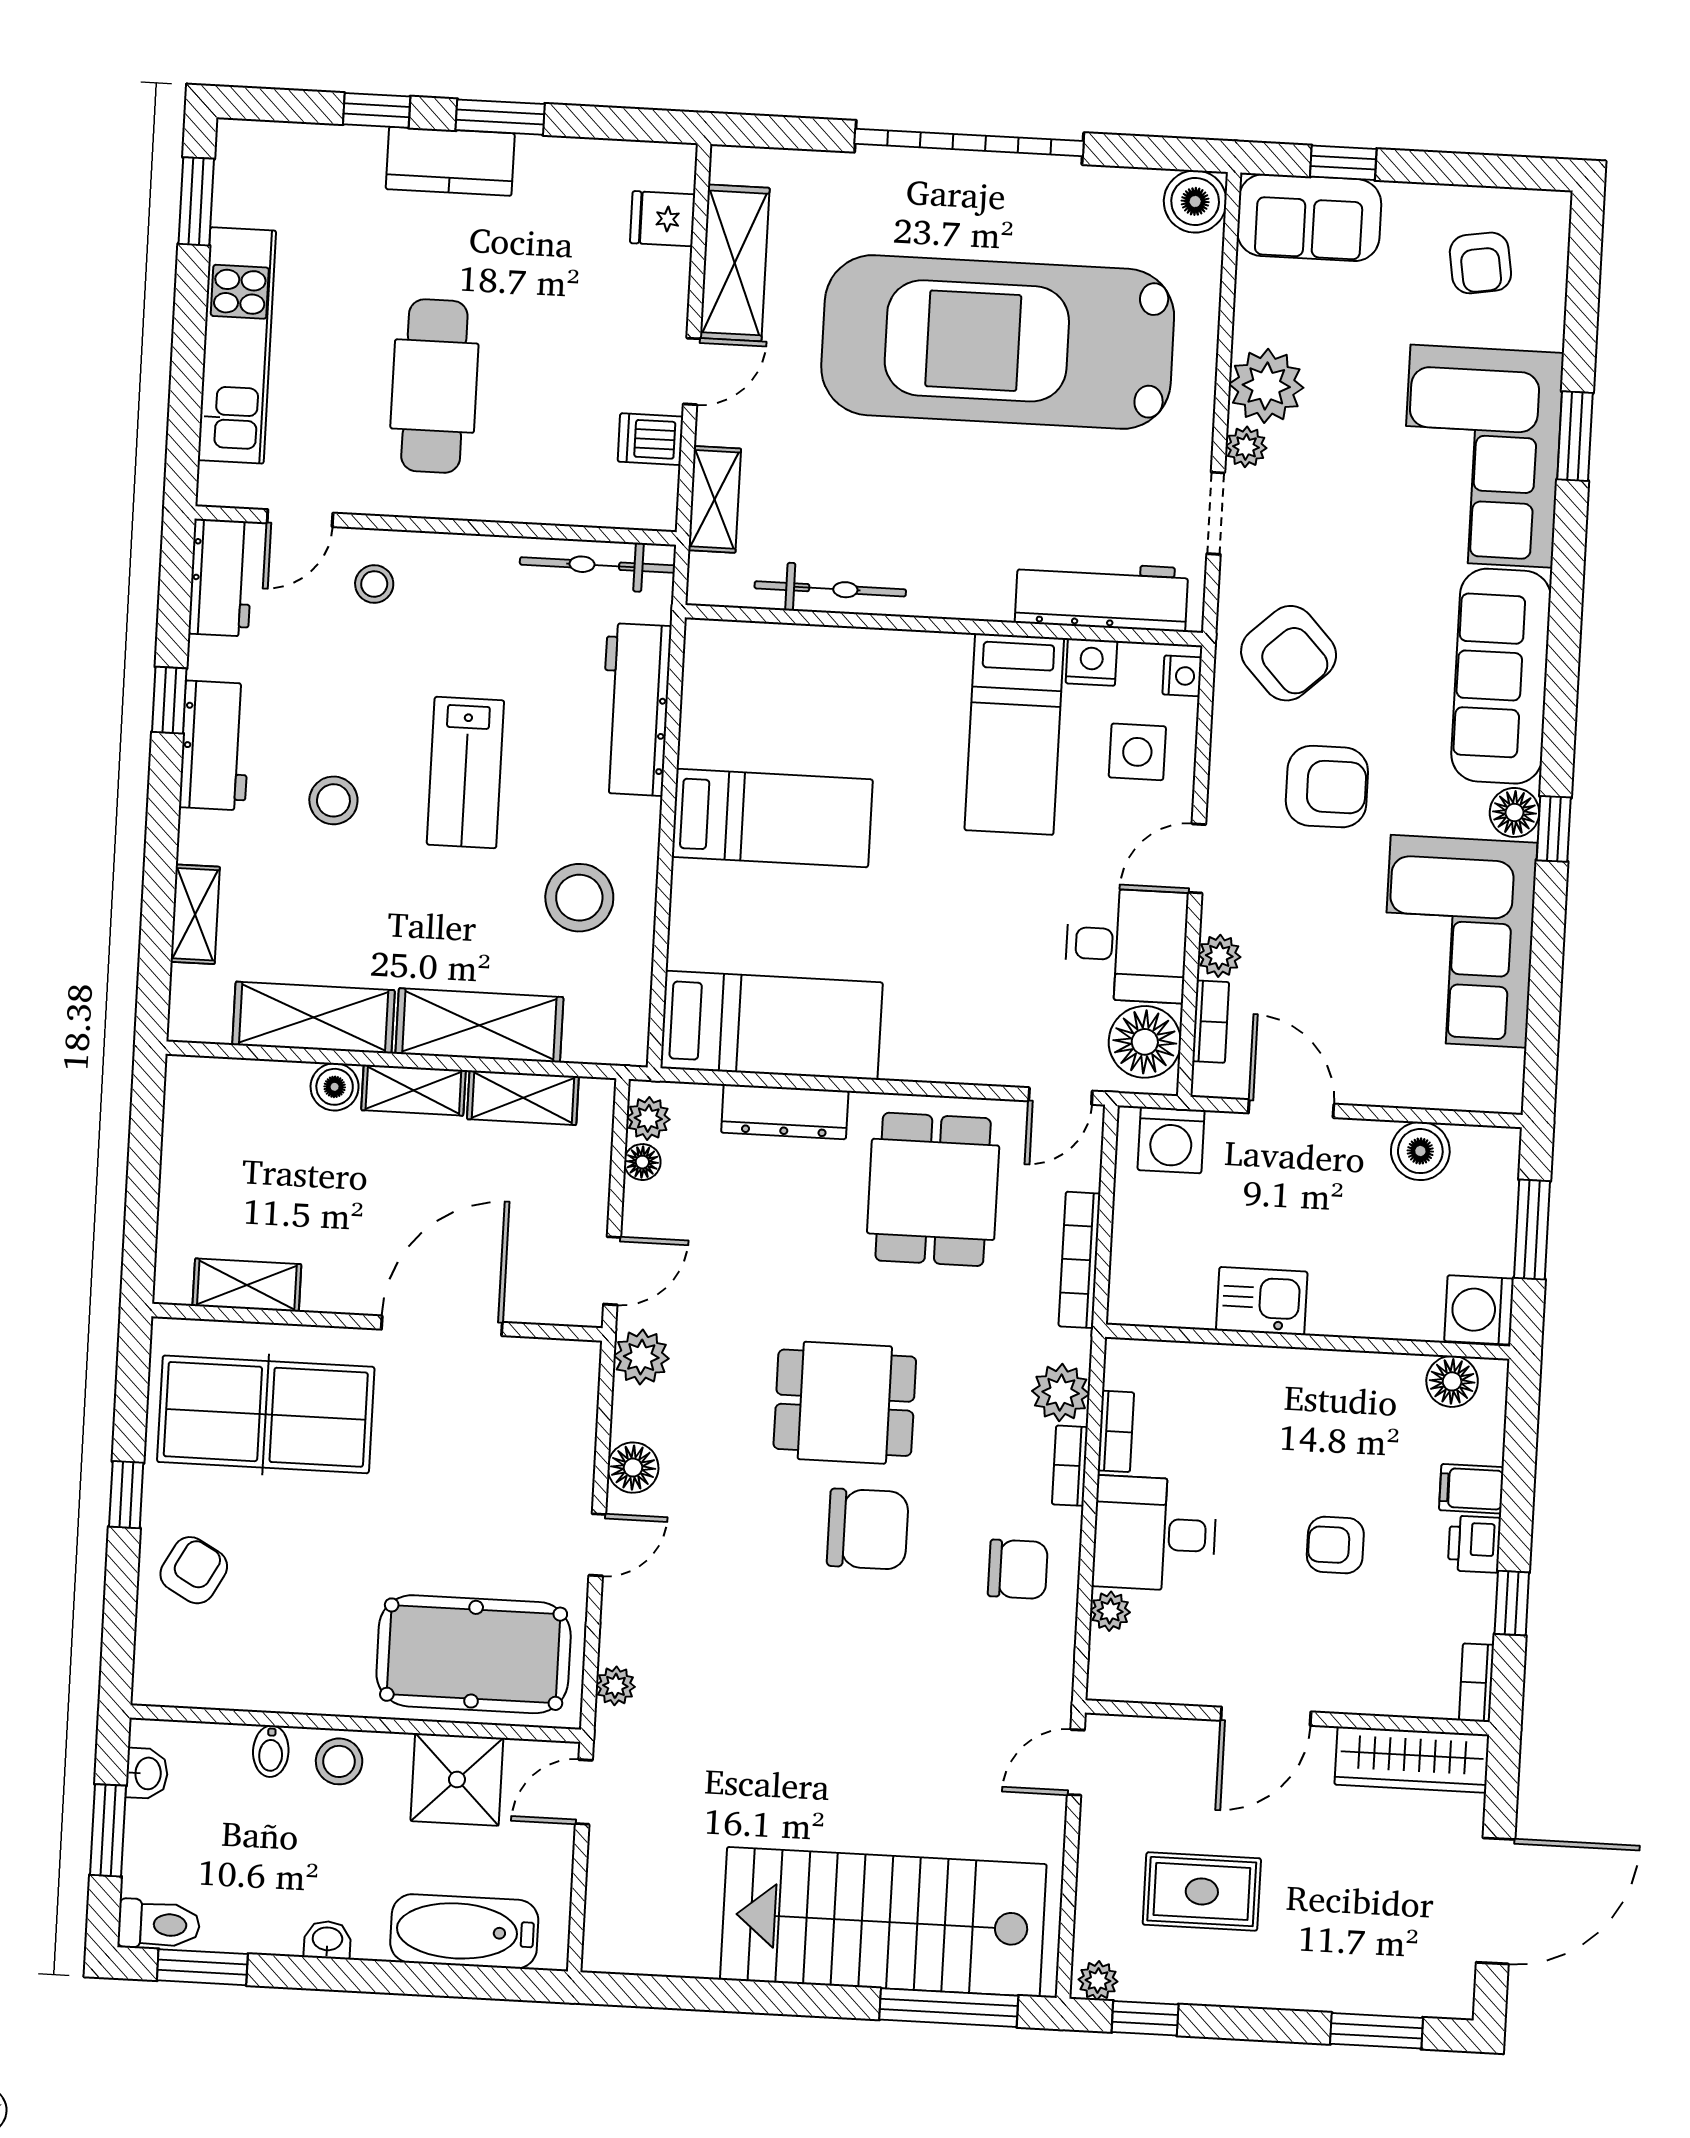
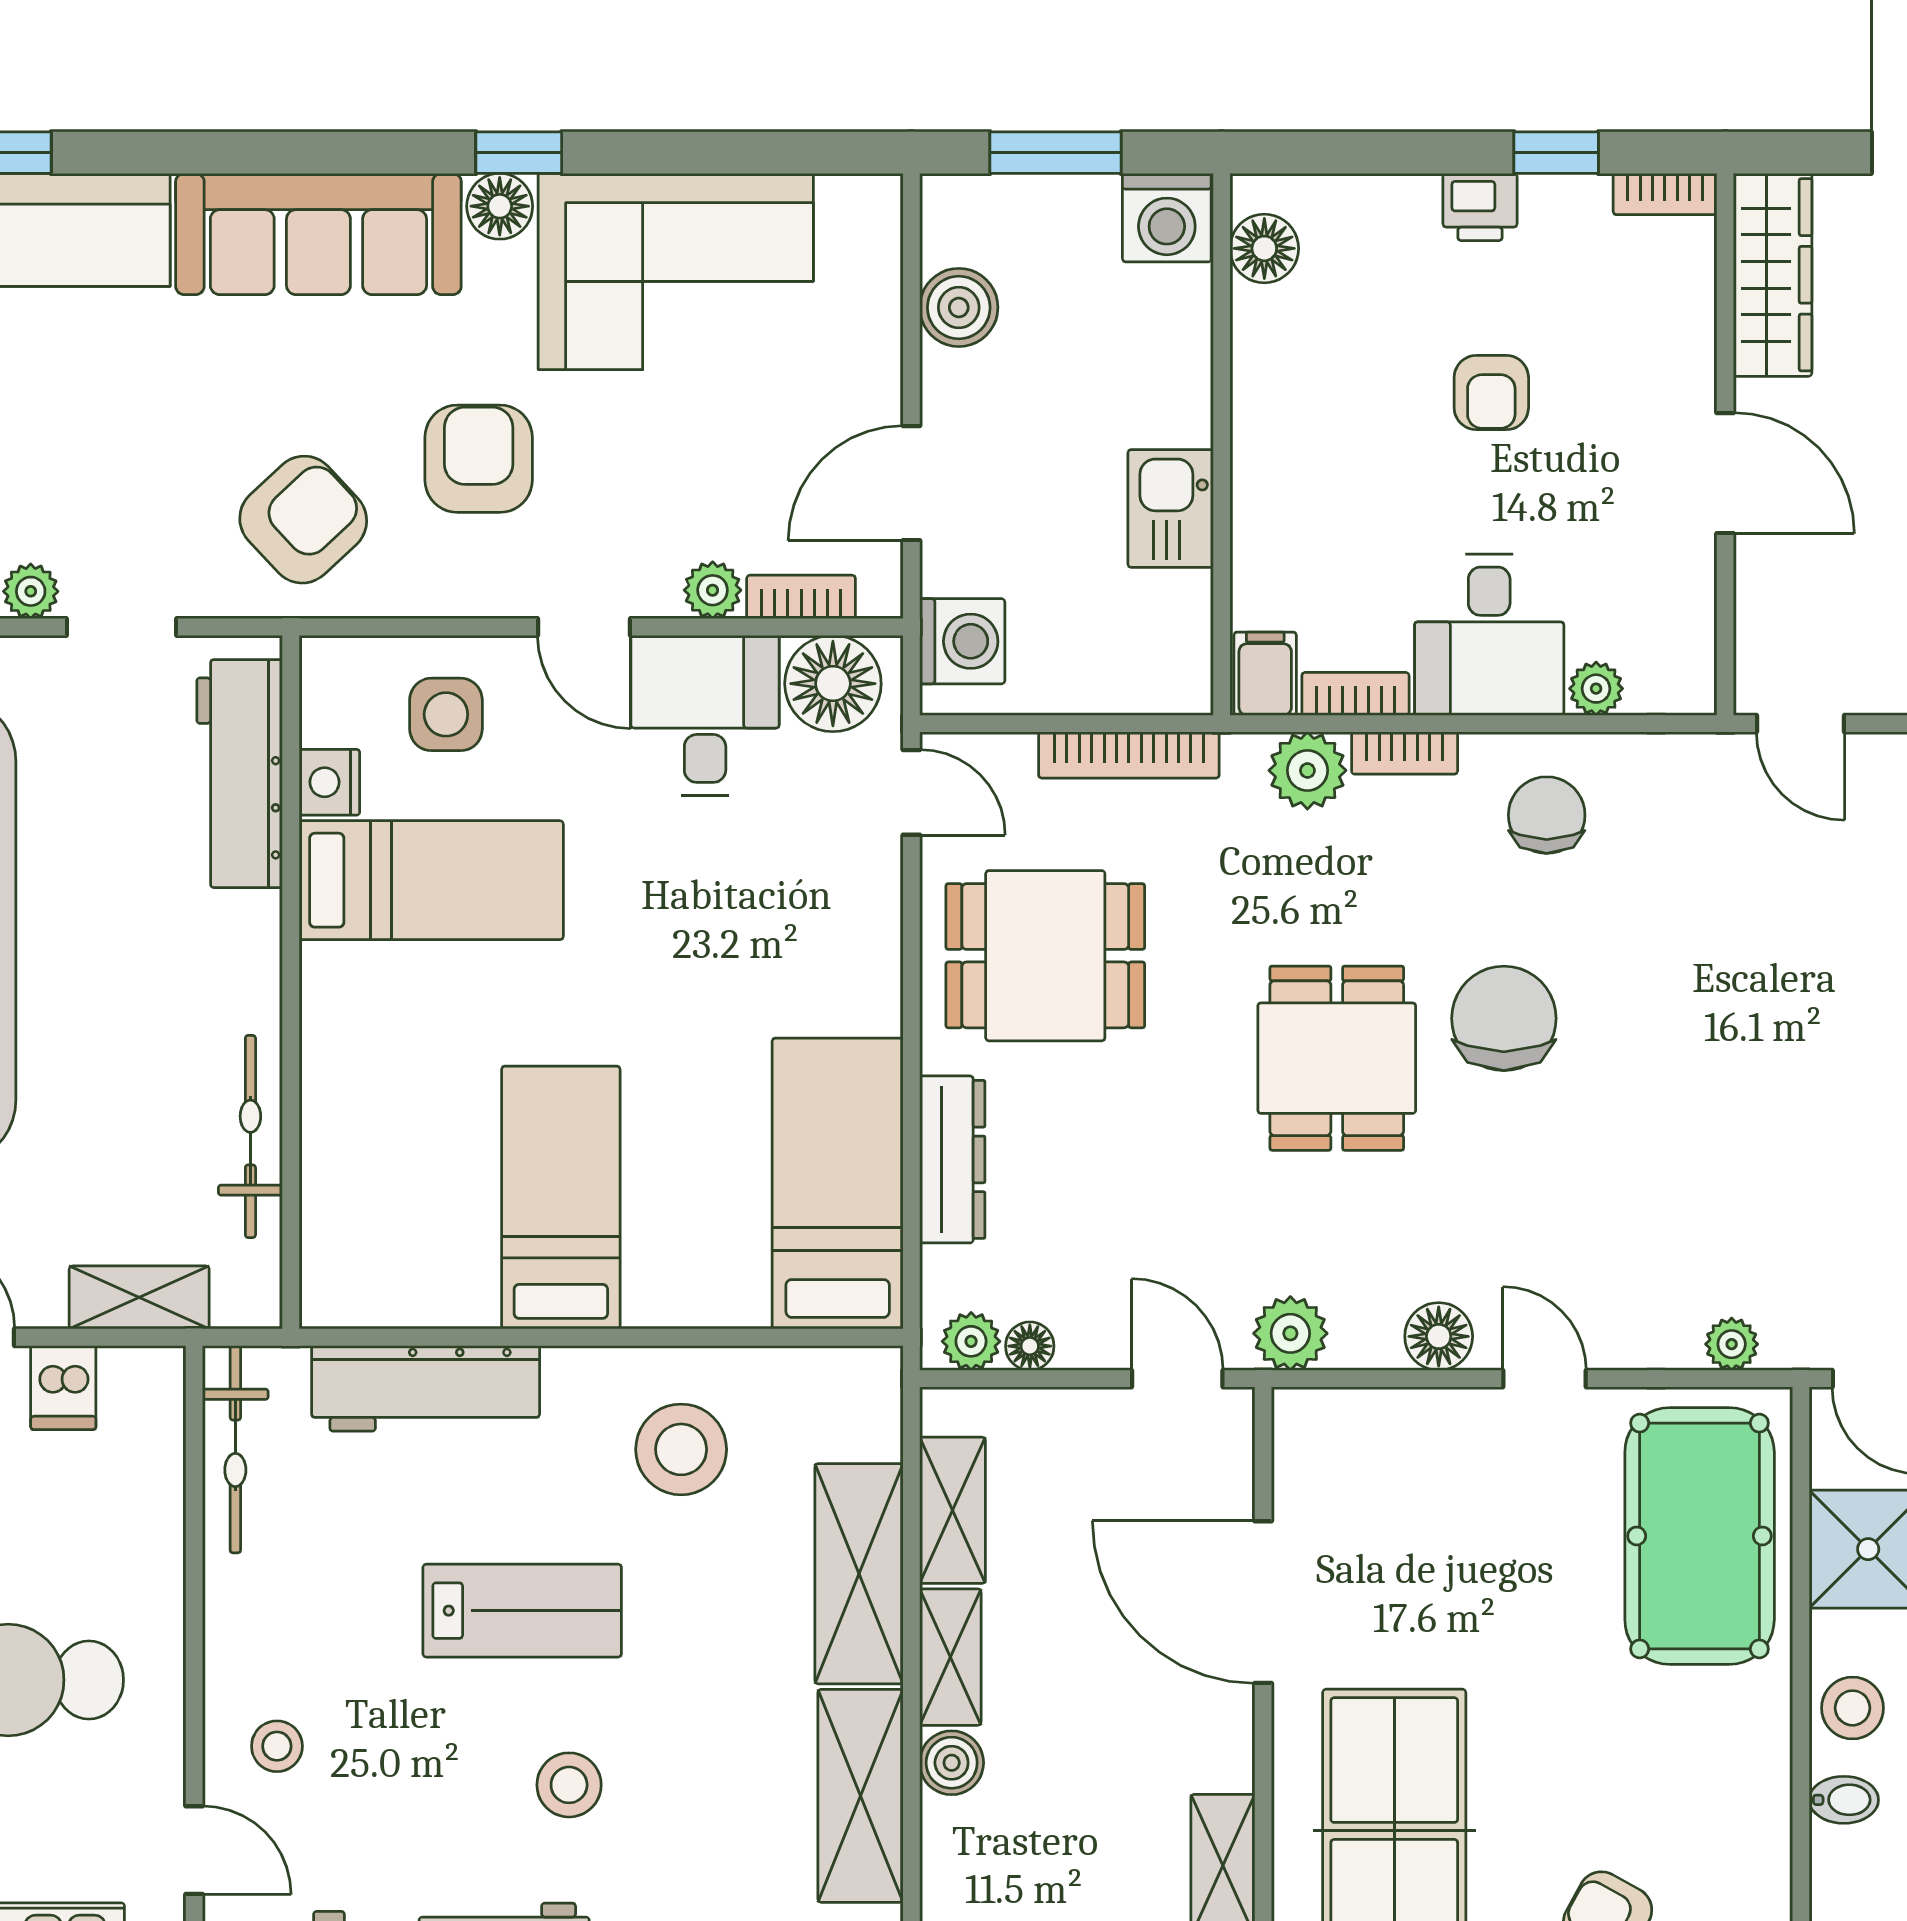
nightstand: (1182, 676) -> (341, 660), removed
filing cabinet: (1471, 1489) -> (1265, 674), moved, turned 180

